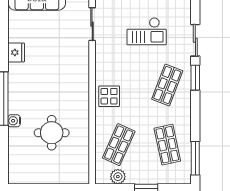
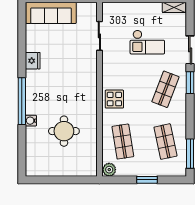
shop shelf: (119, 145) -> (123, 142), turned -33
plant: (118, 177) -> (109, 170), moved

